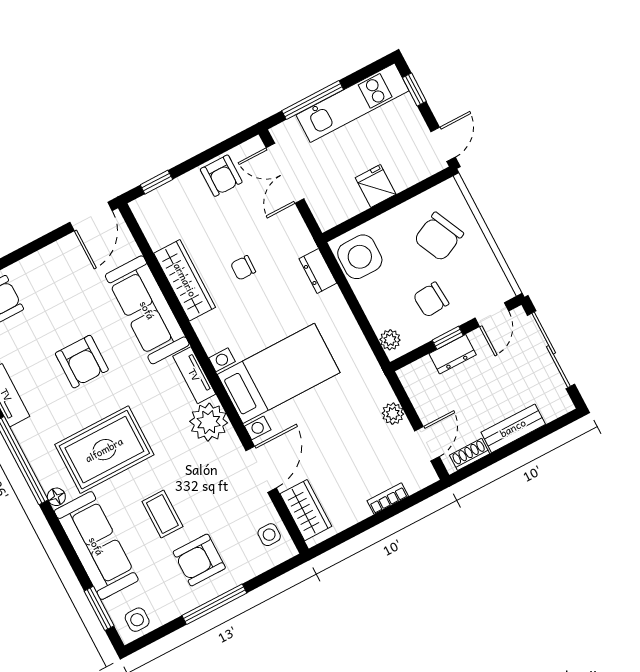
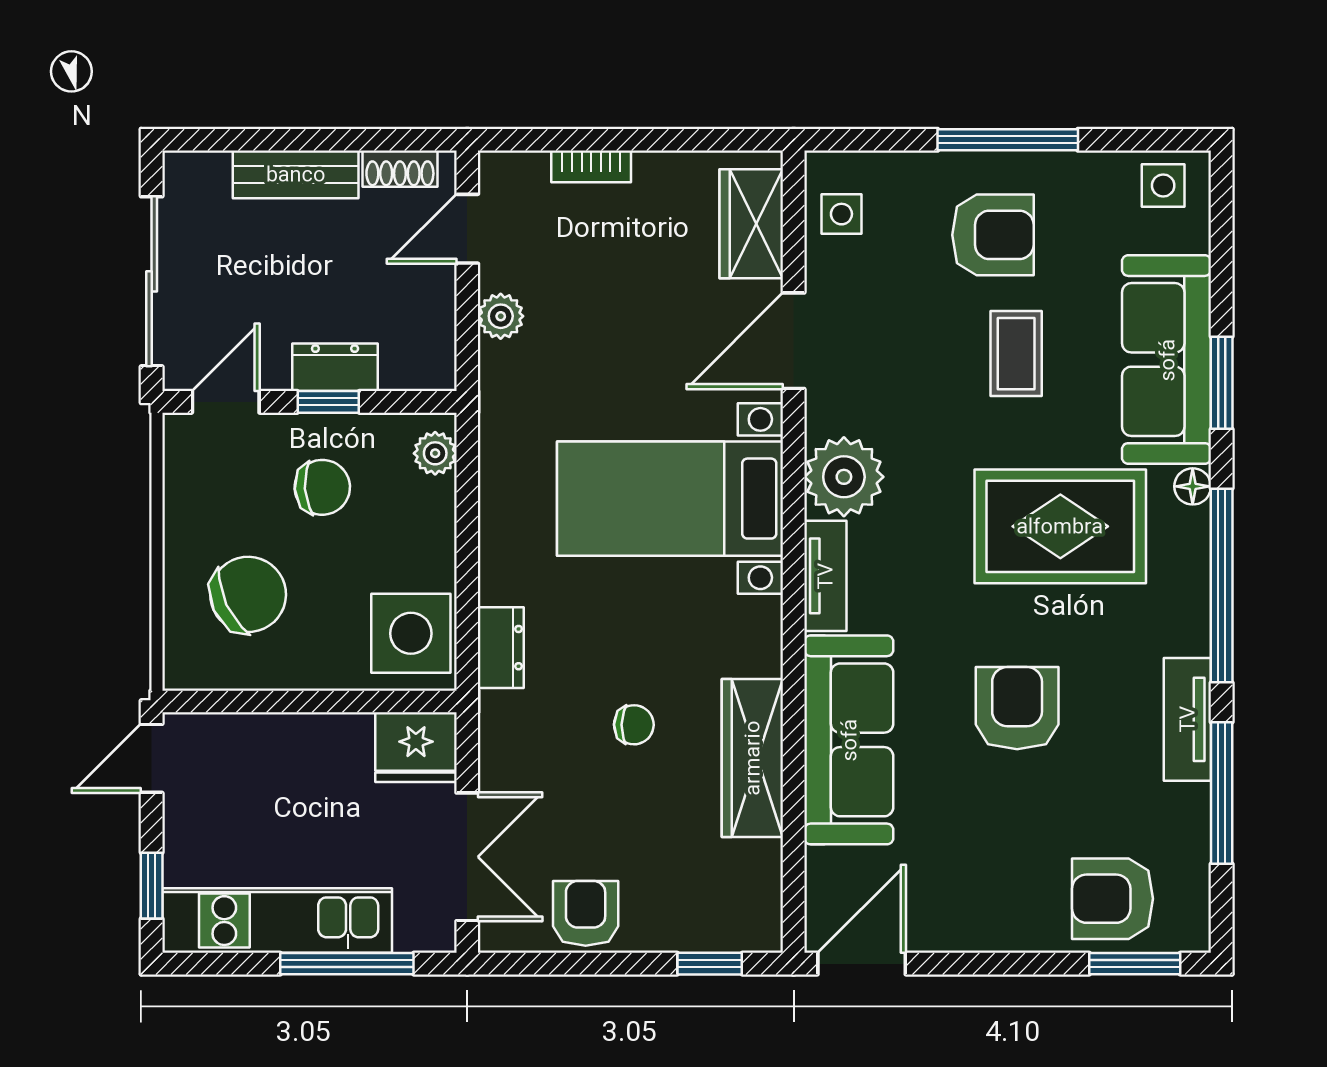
fridge: (376, 186) -> (416, 747), moved, width x1.38
window: (99, 608) -> (1222, 383), moved

